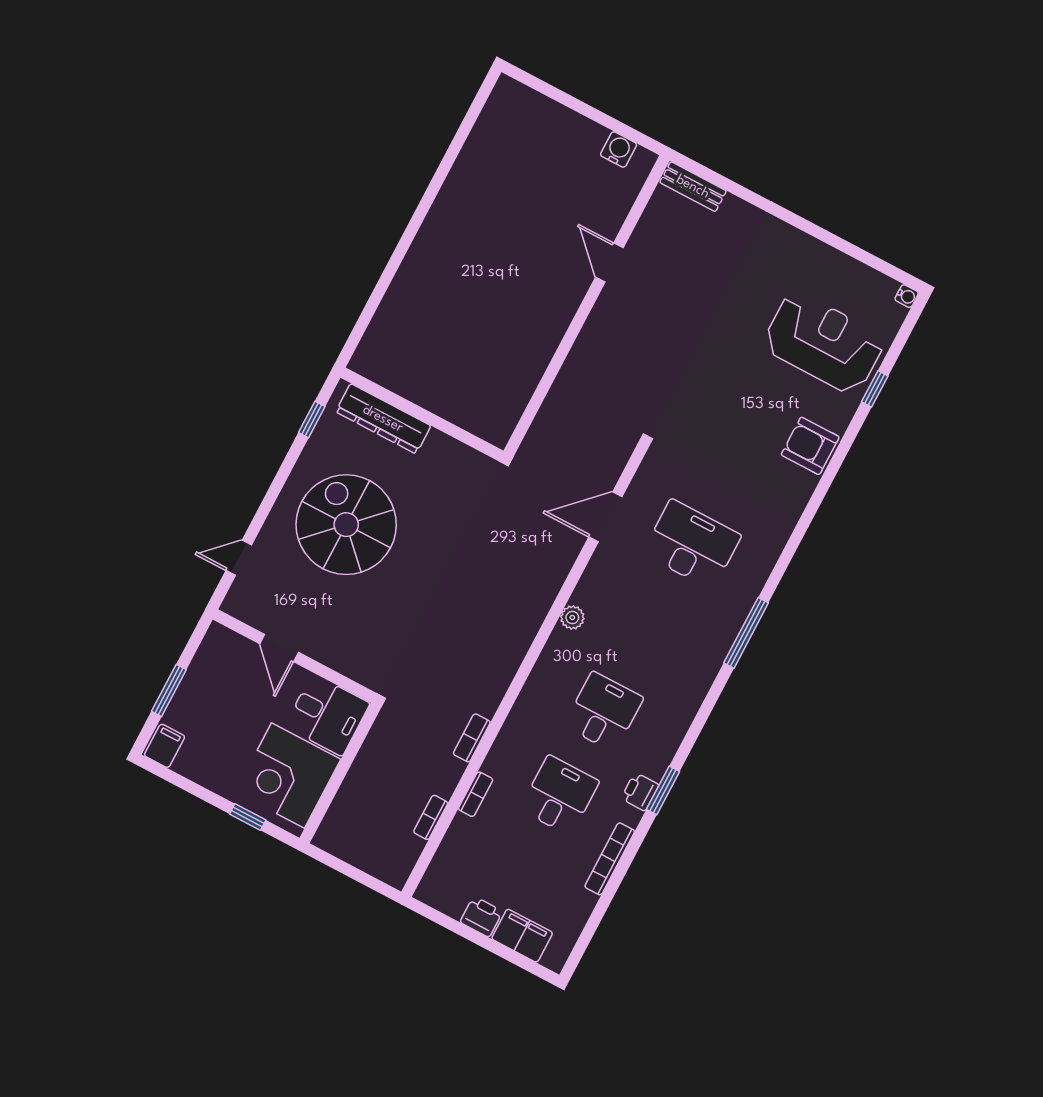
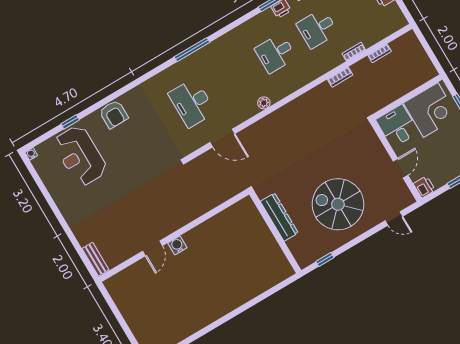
water cooler: (619, 150) -> (177, 245), moved, turned 90
dresser: (383, 419) -> (279, 217), moved
spiral stairs: (346, 525) -> (338, 204), turned 90
printer: (221, 641) -> (424, 187), added

